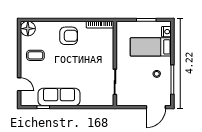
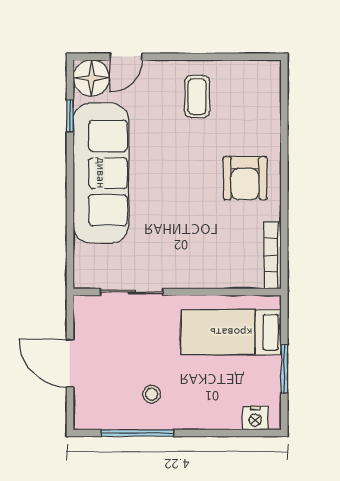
floor lamp: (28, 29) -> (91, 78), moved
bed: (151, 47) -> (231, 332), moved, turned -90
sofa: (59, 97) -> (101, 173), width x1.36, depth x1.27
door: (156, 107) -> (70, 363), moved

